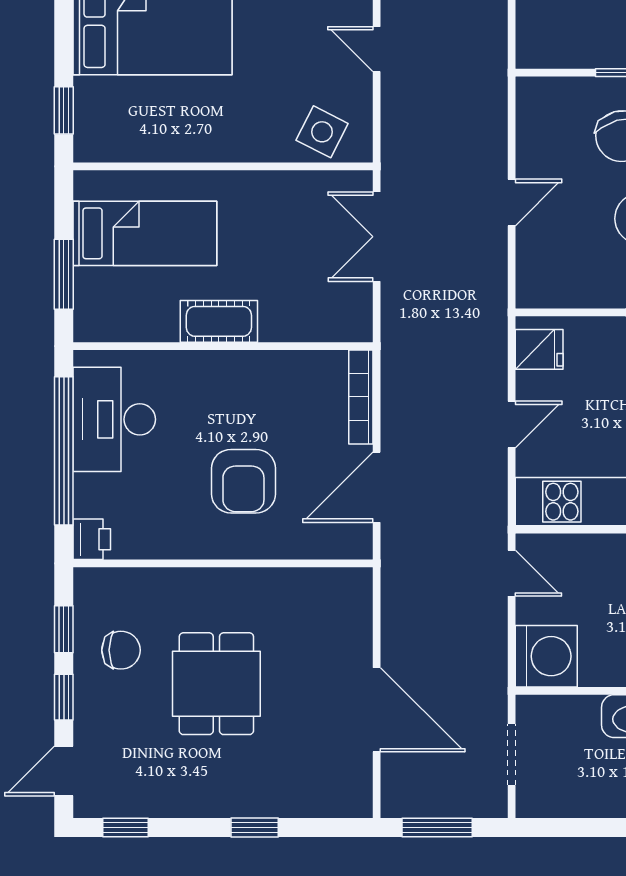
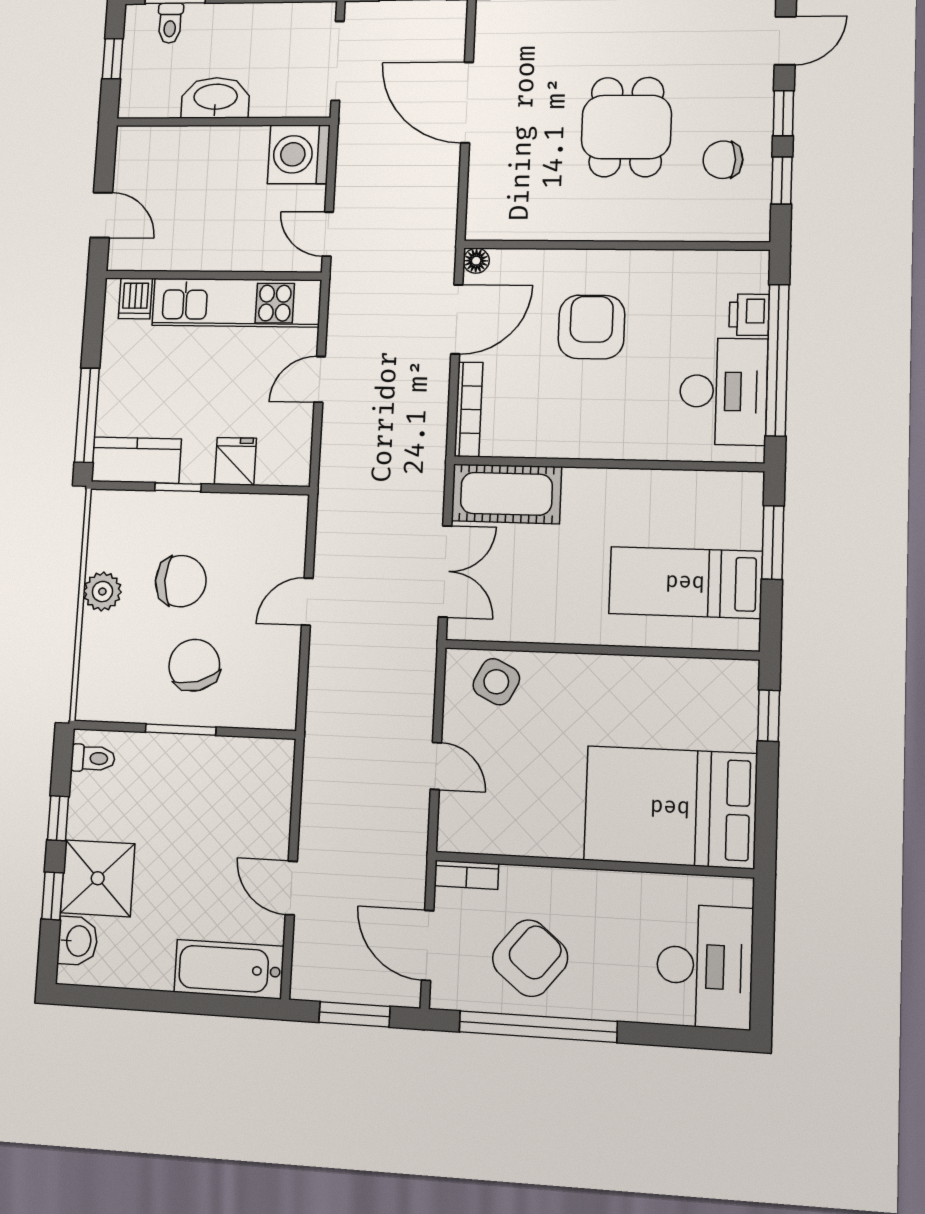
cot: (219, 321) -> (506, 494), moved, width x1.37, depth x1.34
fridge: (539, 349) -> (235, 461), moved, turned 90
printer: (92, 539) -> (749, 315), moved
floor lamp: (360, 547) -> (476, 261), added
doorway: (512, 755) -> (338, 61), width x1.38

